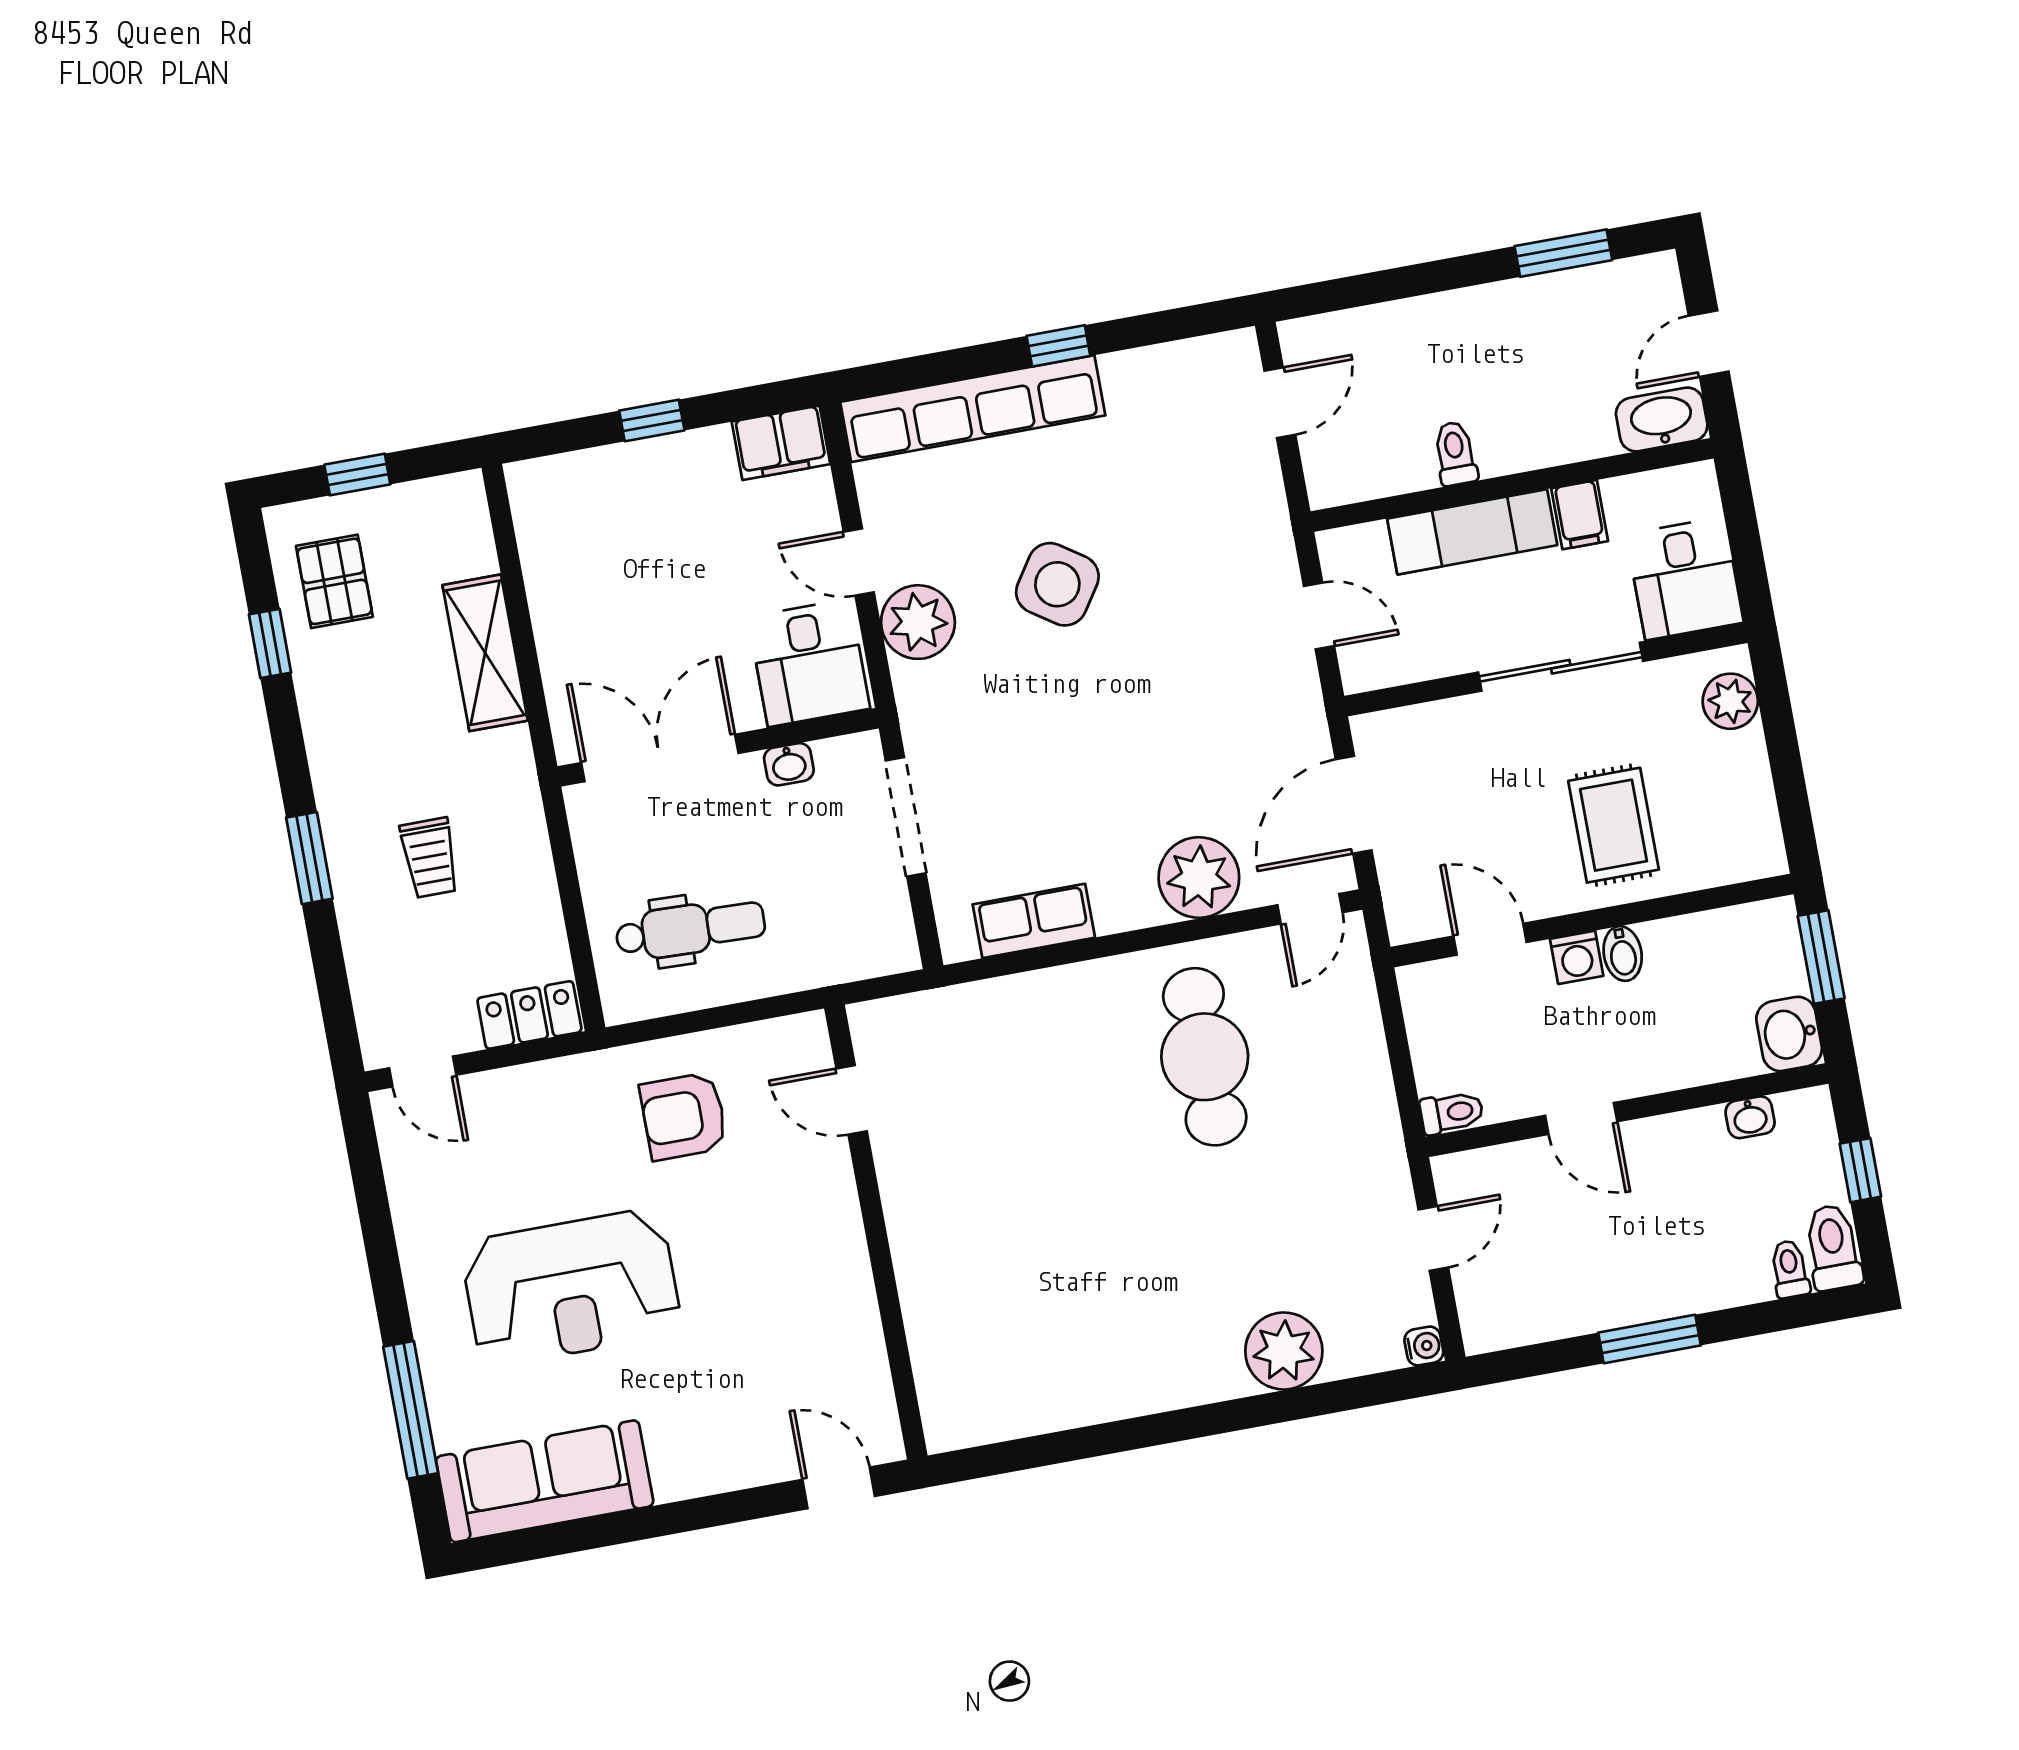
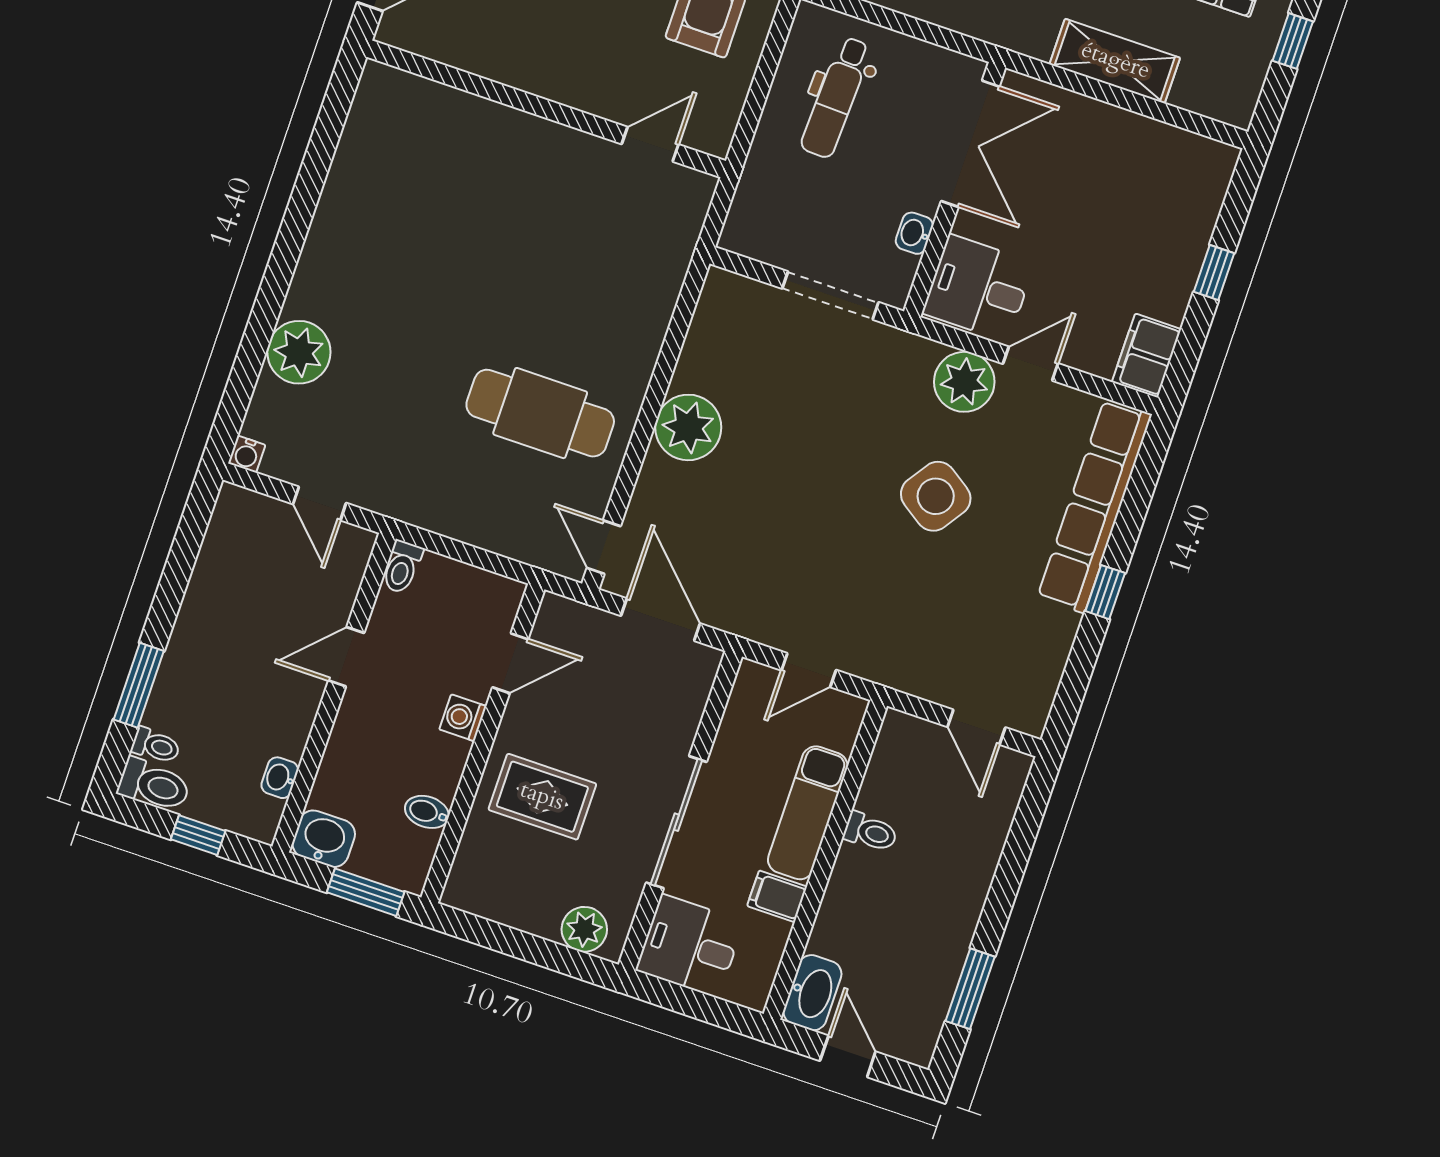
plant: (1199, 878) -> (688, 427), moved
row of seats: (1034, 921) -> (705, 345), removed
bidet: (1623, 954) -> (427, 812), moved
window: (1650, 1339) -> (139, 685), moved

